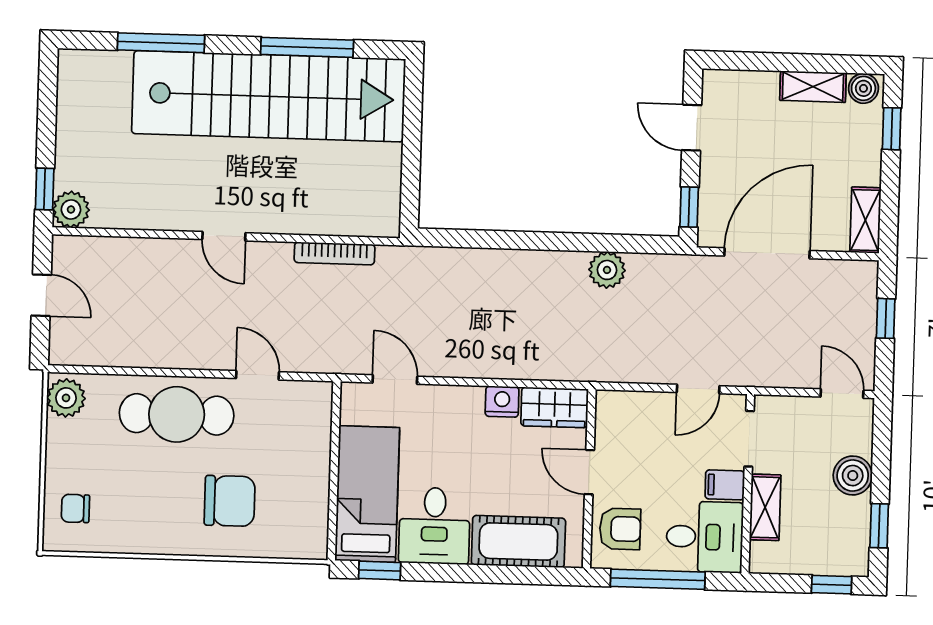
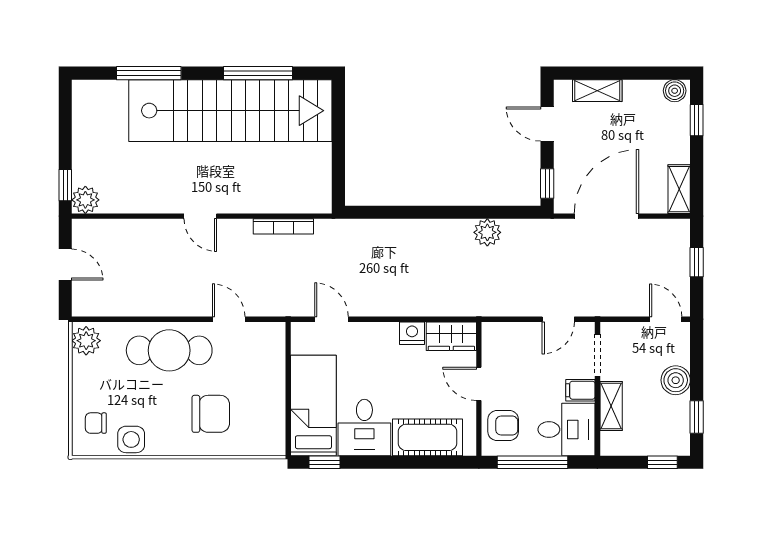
shelving: (813, 87) -> (597, 91), moved
side table: (122, 532) -> (131, 439), added

